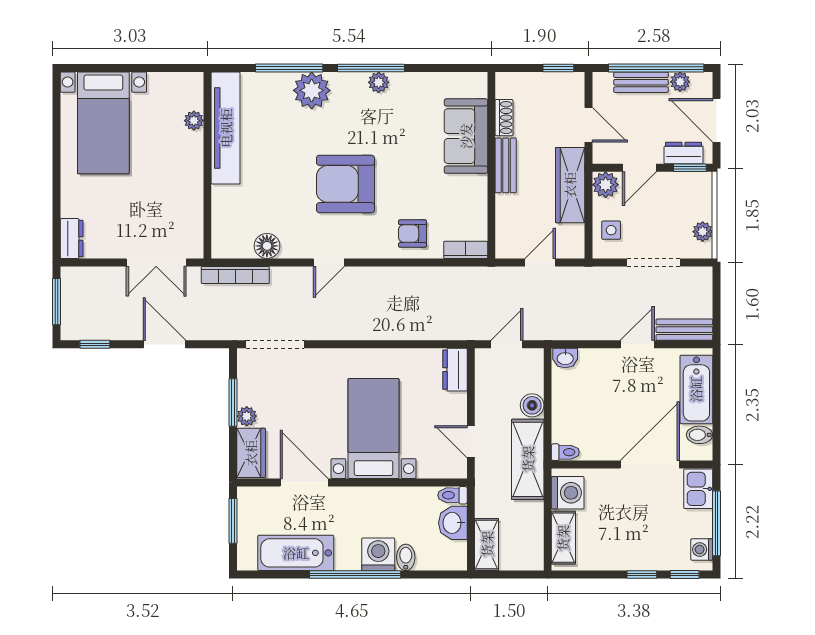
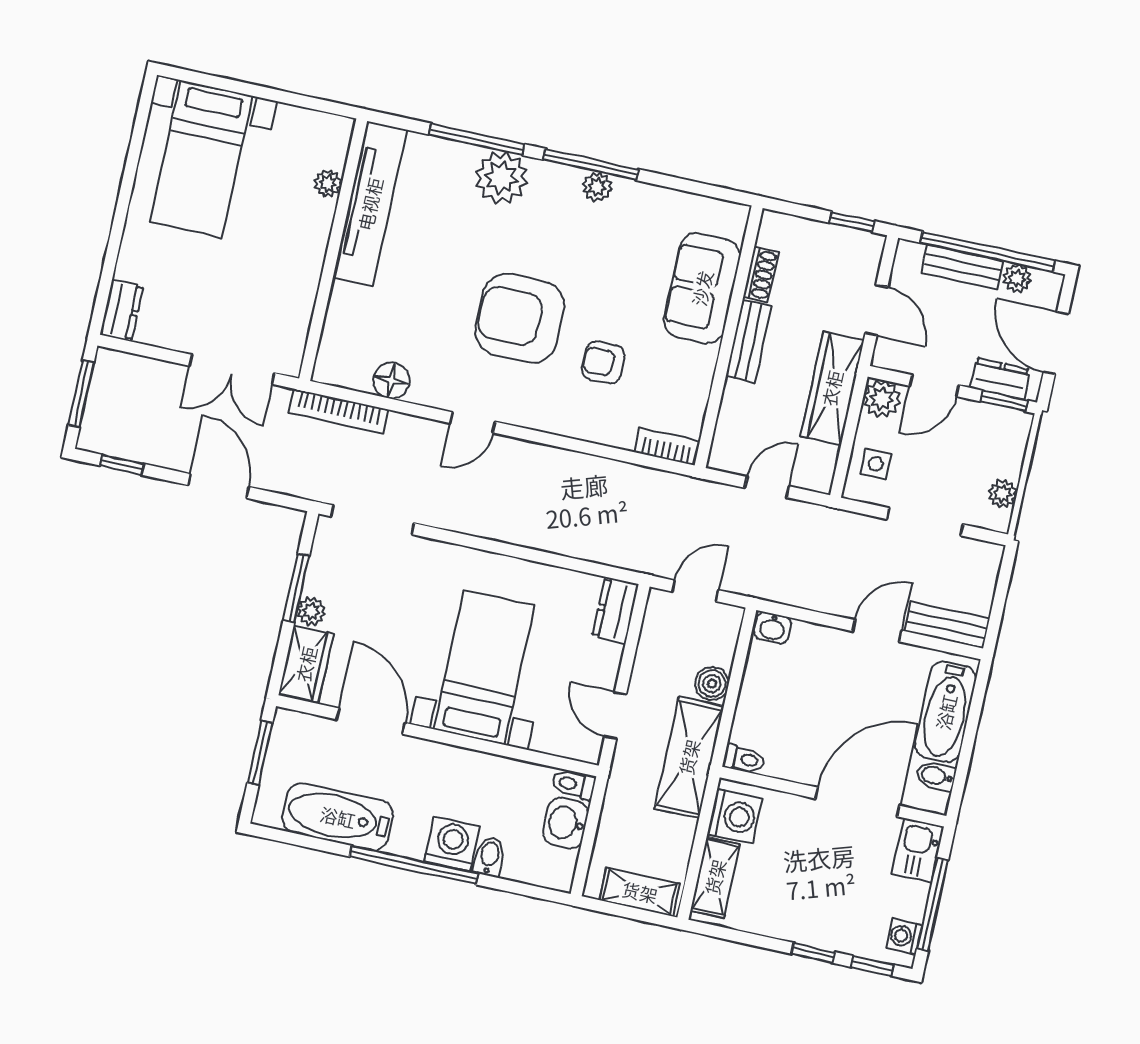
armchair: (412, 234) -> (603, 362), moved
shelving: (487, 544) -> (640, 892), moved, turned 90

